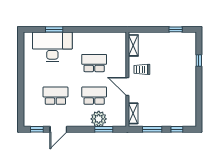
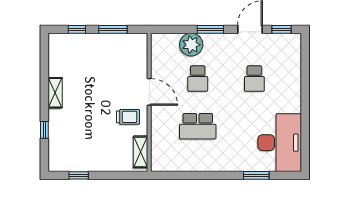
desk: (52, 47) -> (280, 143), moved, turned -90
school desk: (55, 96) -> (254, 79), width x0.54
school desk: (94, 96) -> (198, 79), width x0.54
shelving: (133, 113) -> (55, 93), moved
window: (104, 129) -> (210, 29), moved

